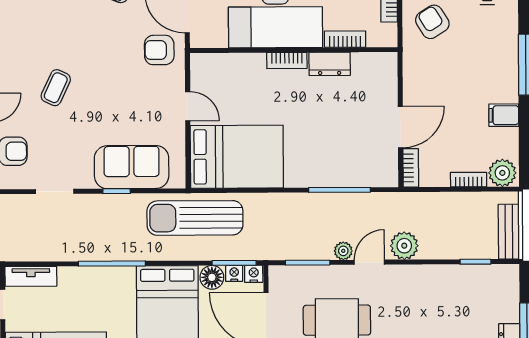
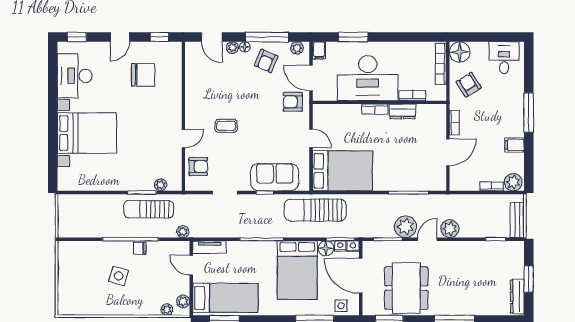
coffee table: (56, 88) -> (226, 126), turned 65
bookcase: (411, 168) -> (454, 123), moved
plant: (343, 251) -> (406, 227), width x1.88, depth x1.88

